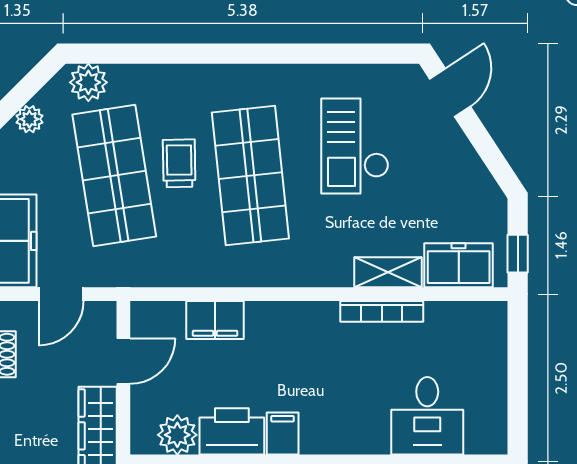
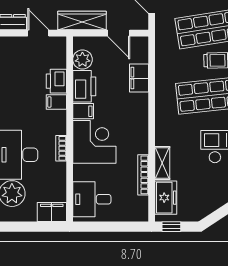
bookcase: (382, 311) -> (143, 175), moved
corner desk: (345, 411) -> (94, 142), added
desk: (427, 416) -> (92, 199), moved

